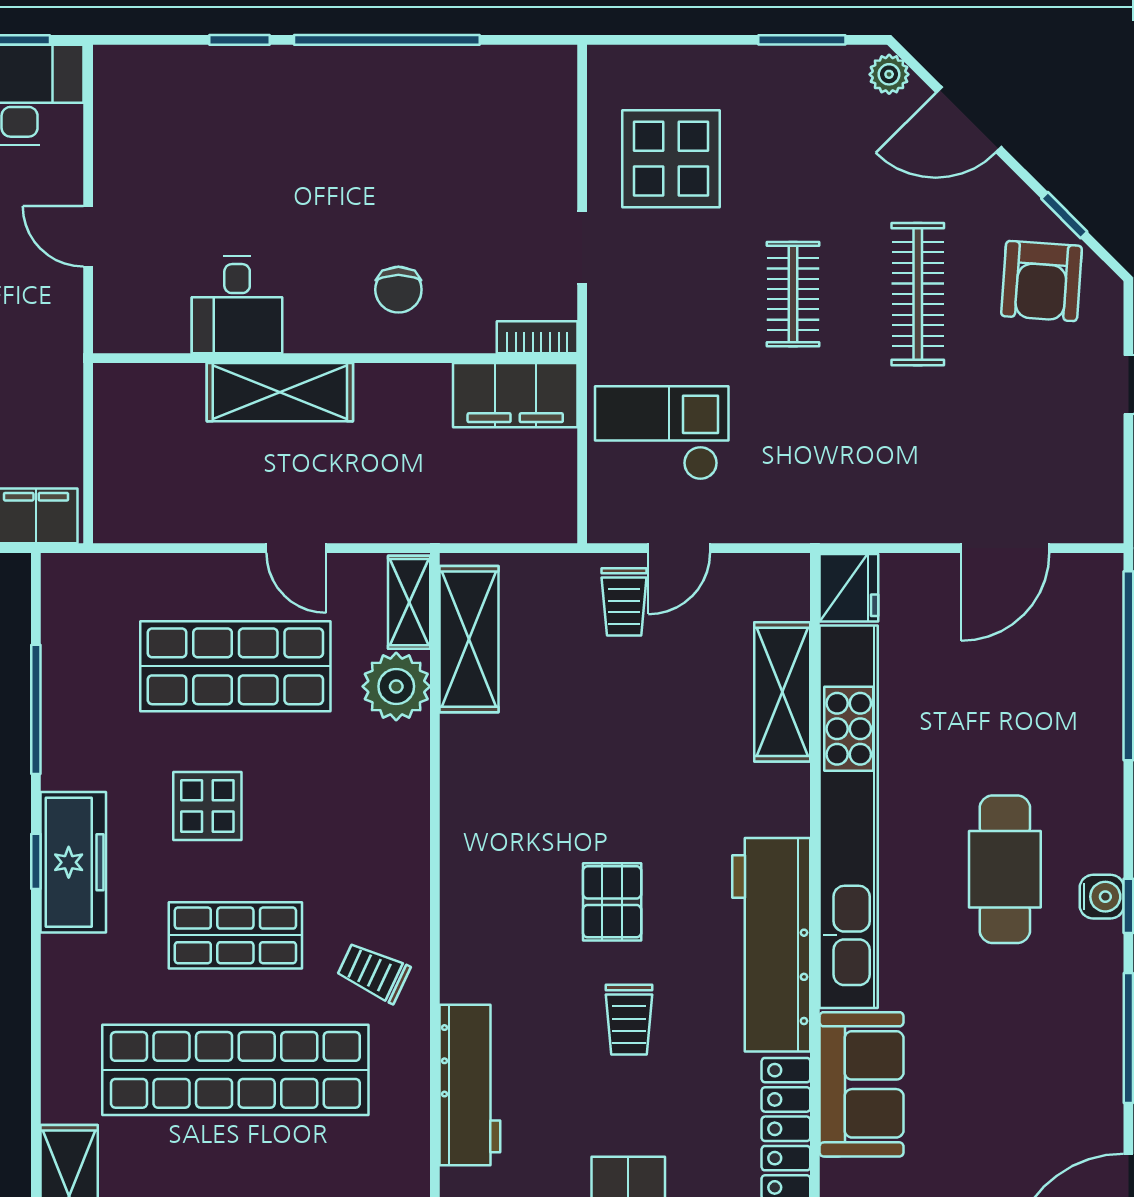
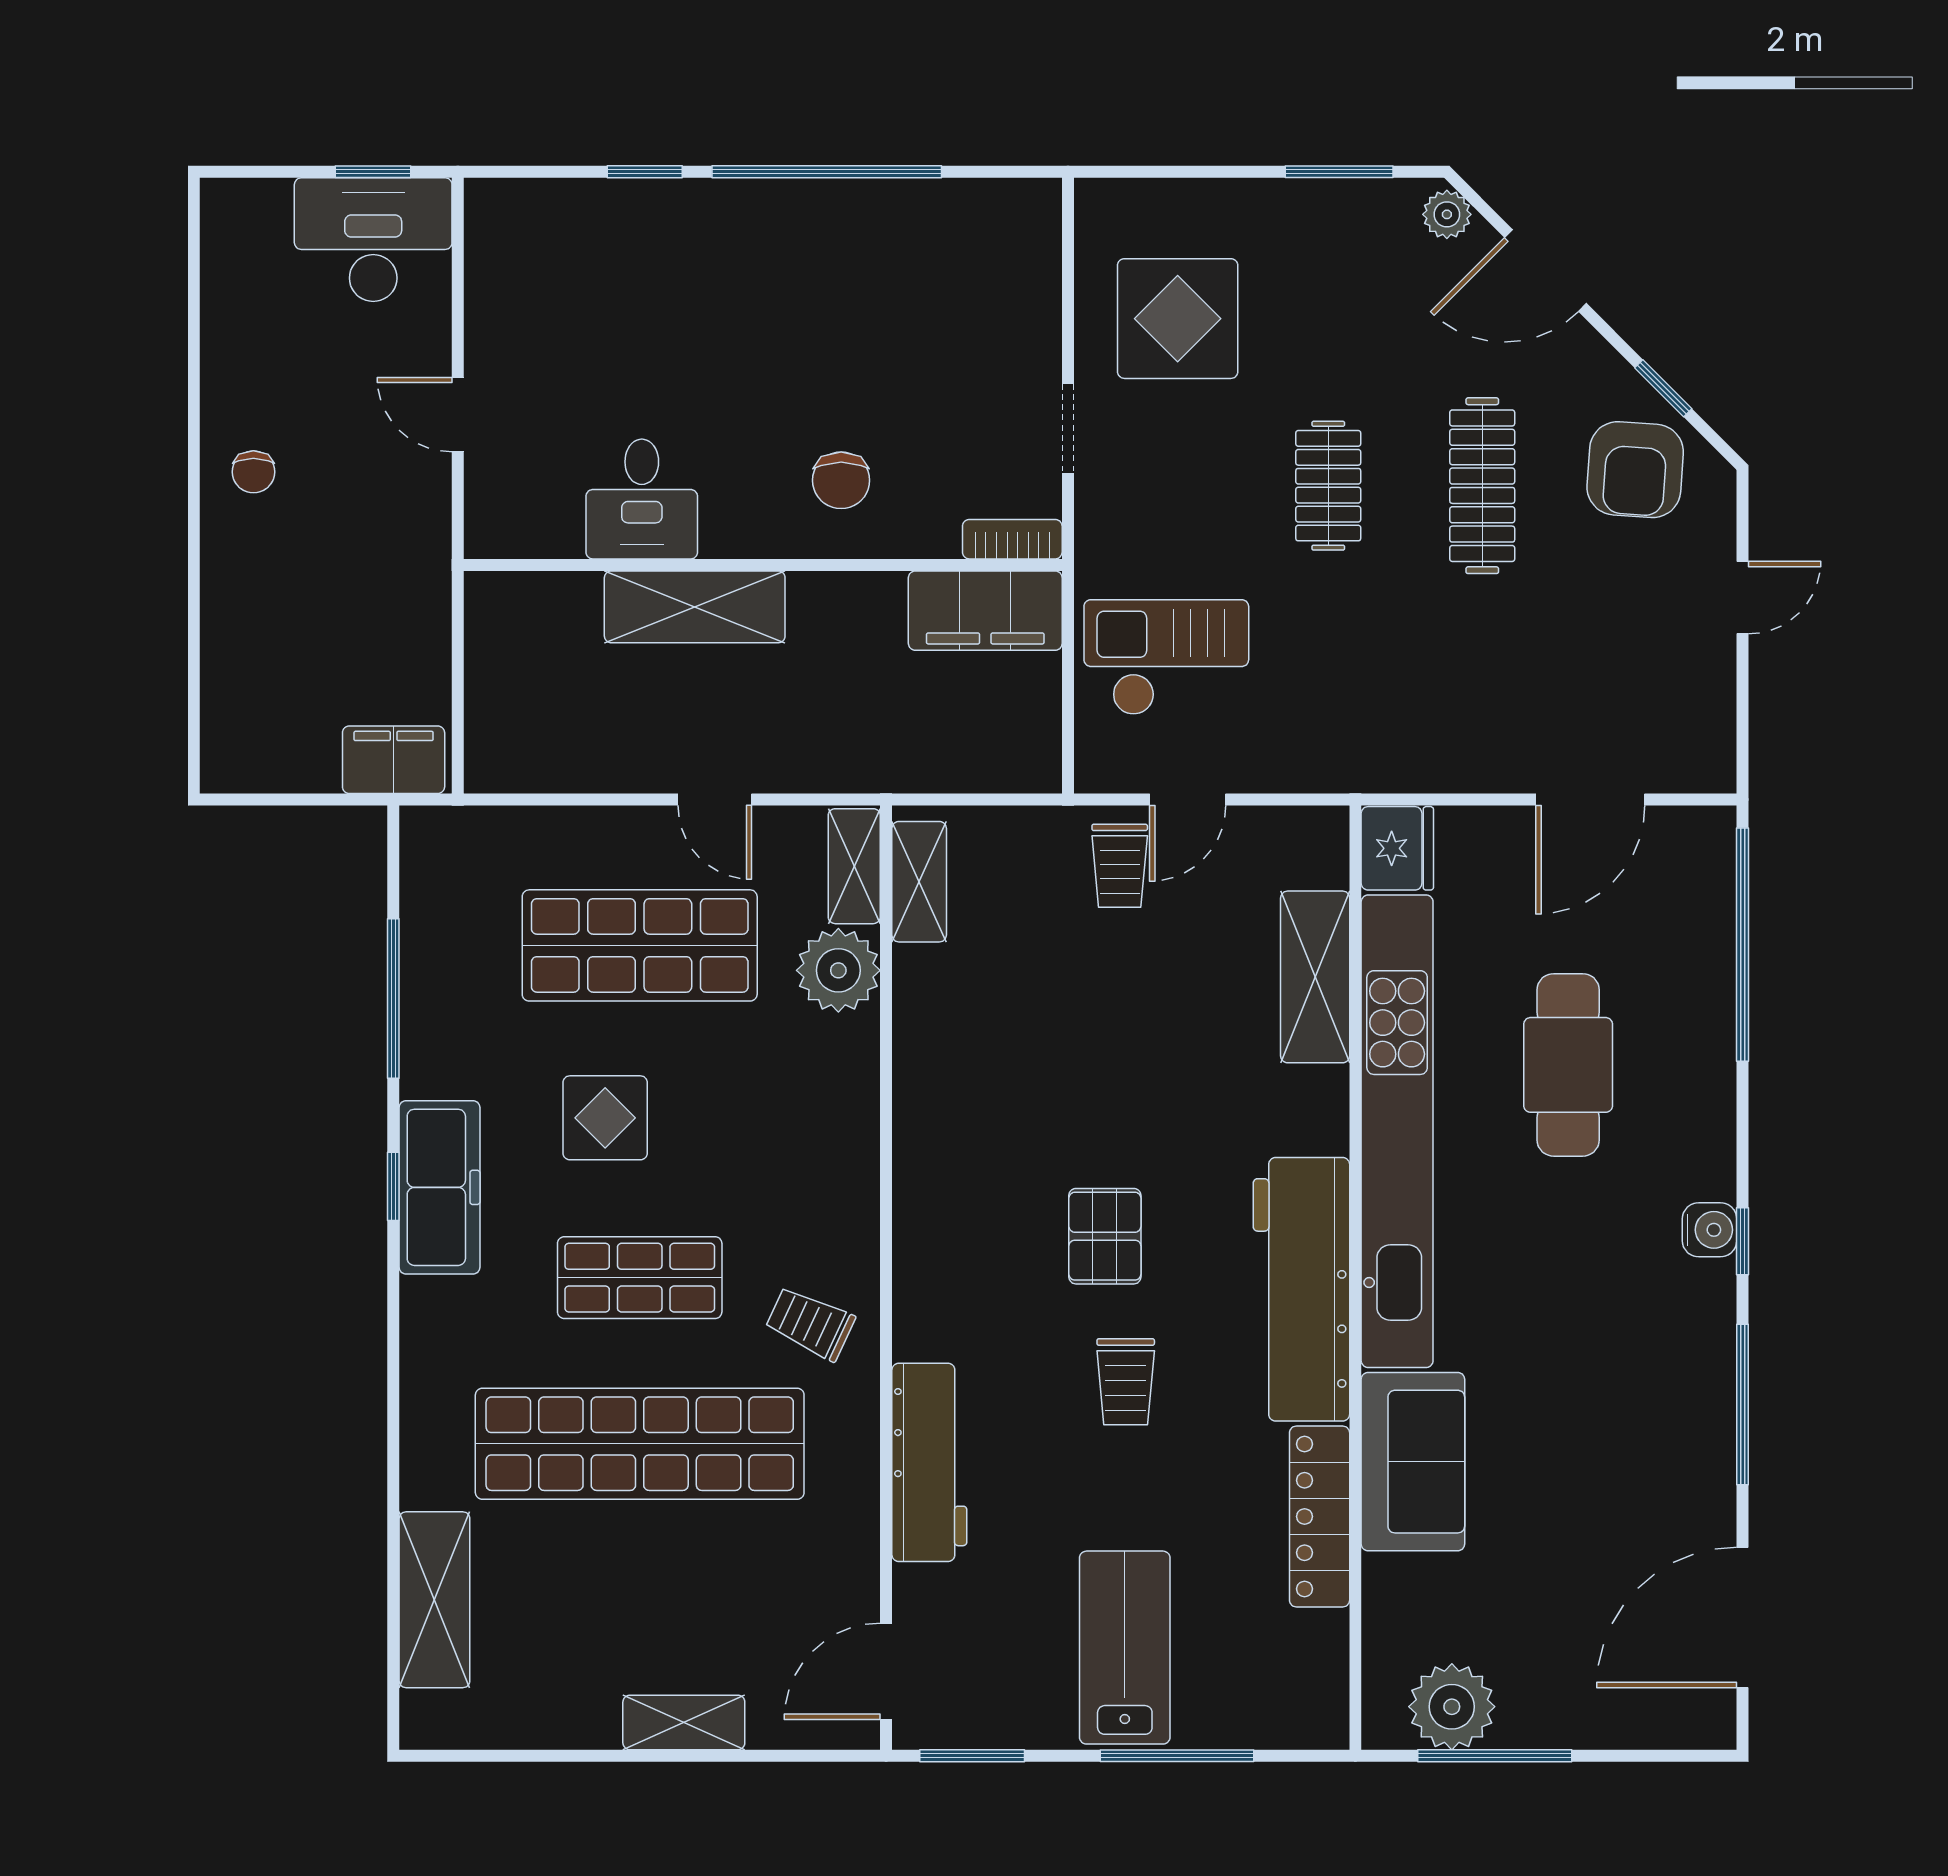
shelving: (469, 639) -> (919, 882), width x0.67, depth x0.75
cafe table: (1005, 869) -> (1568, 1065), moved

